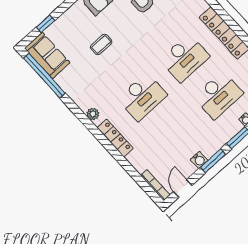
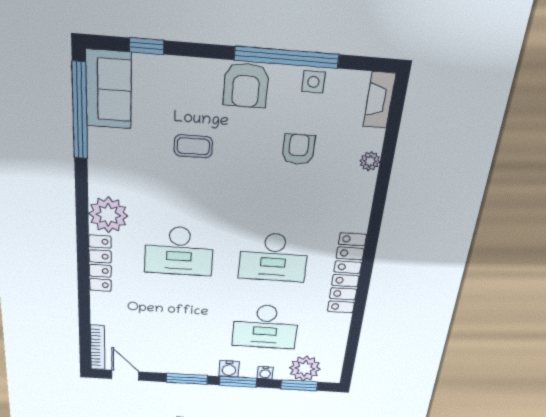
plant: (93, 114) -> (108, 215), width x1.88, depth x1.88
water cooler: (199, 160) -> (229, 369), moved
door: (183, 188) -> (125, 375), hinge flipped

